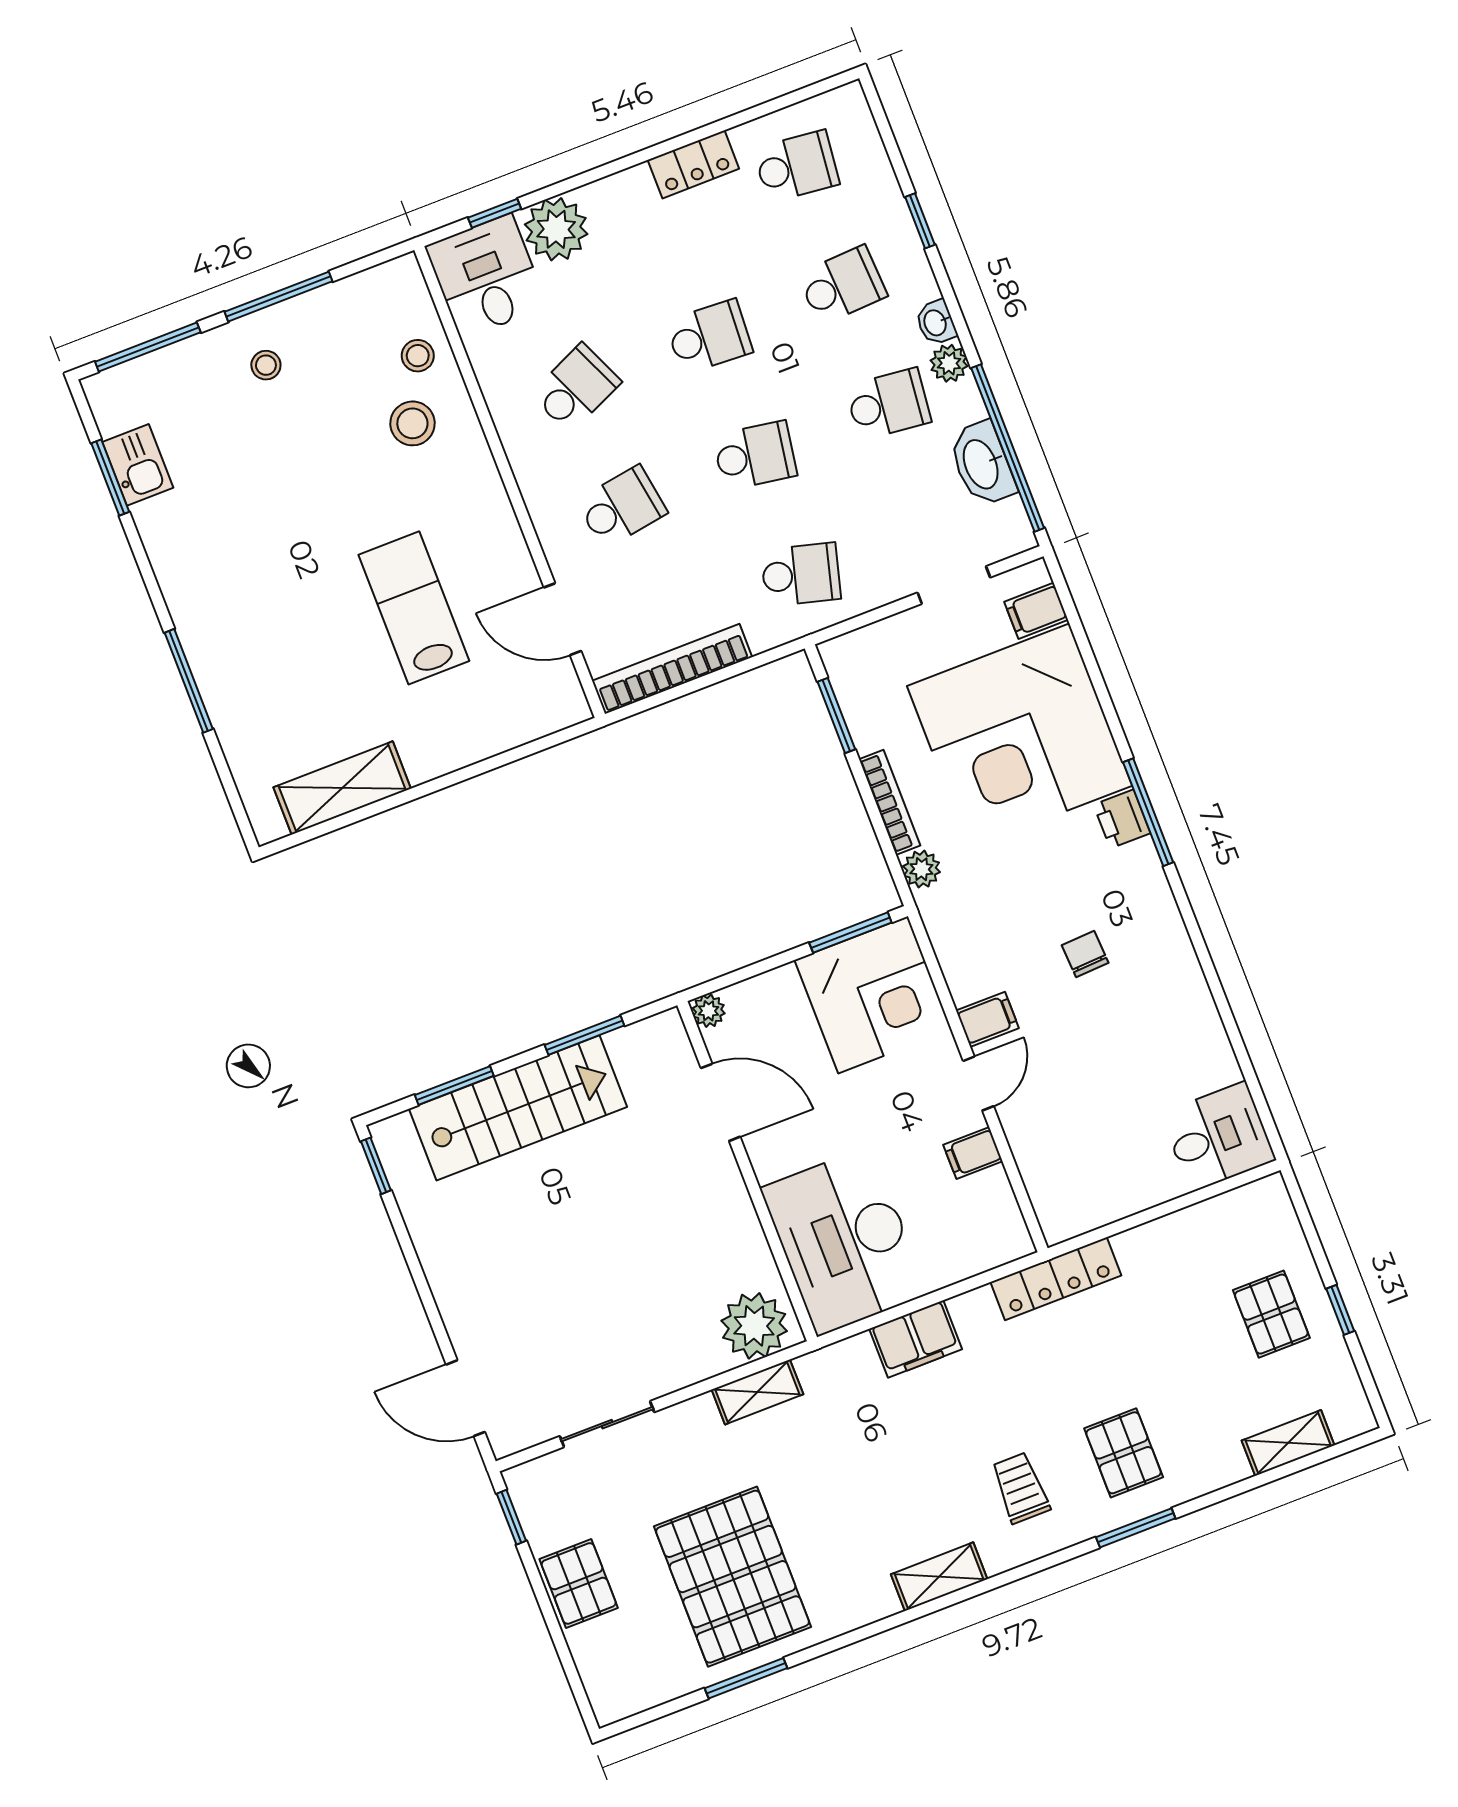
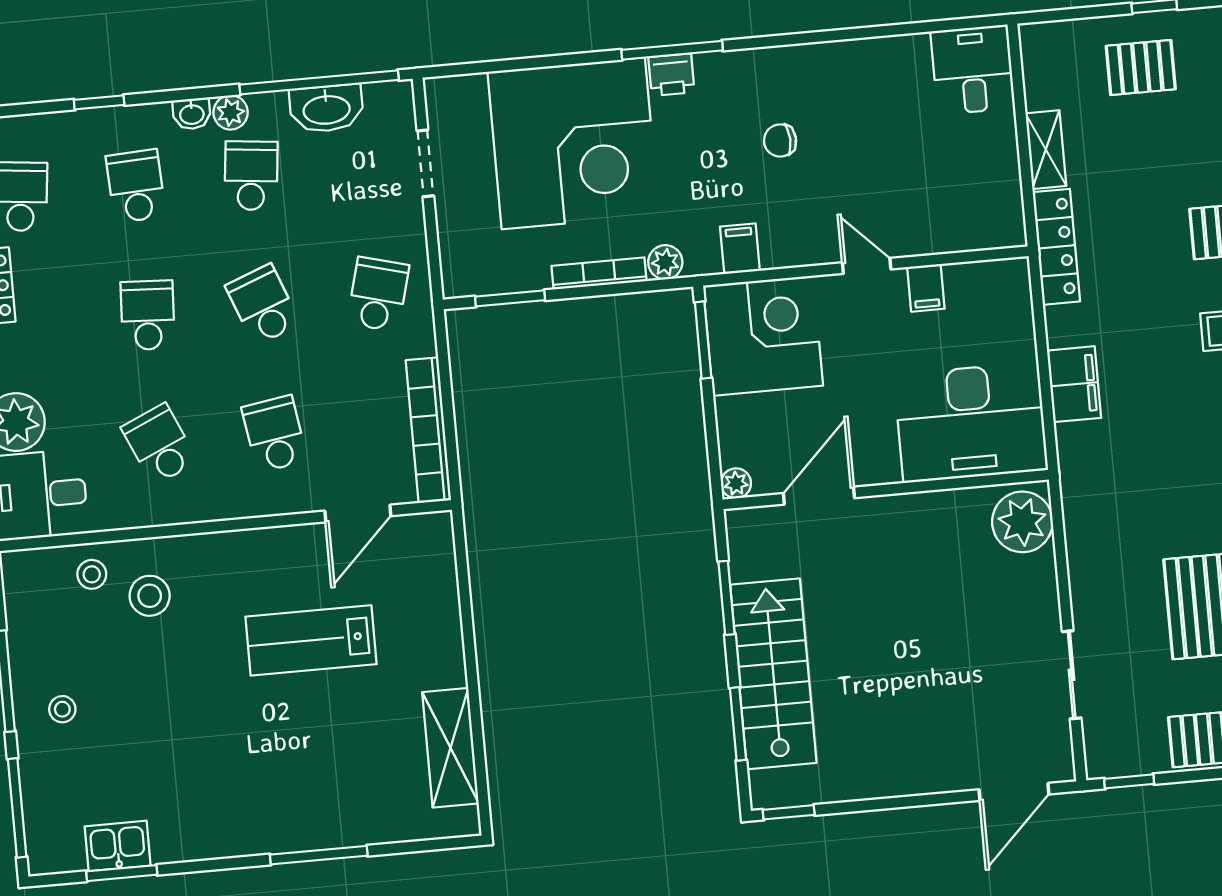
school desk: (755, 456) -> (263, 305), turned -30
filing cabinet: (1036, 611) -> (468, 98), removed
filing cabinet: (987, 1019) -> (740, 249), moved
shelving: (757, 1392) -> (1046, 150), moved

